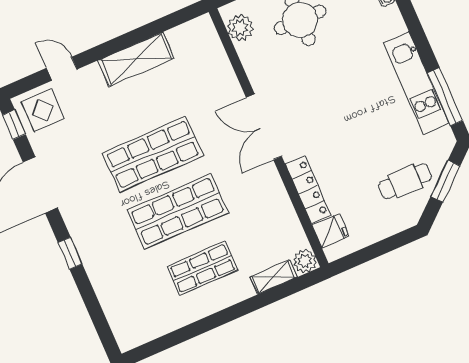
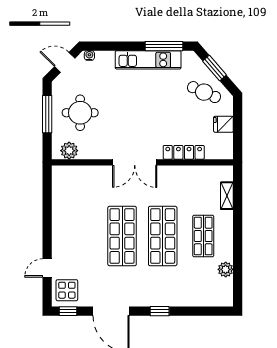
shelving: (136, 59) -> (61, 221), removed
cafe table: (405, 181) -> (204, 92), turned -66
fridge: (331, 231) -> (223, 124), moved, turned -90
plant: (305, 261) -> (226, 269), moved

